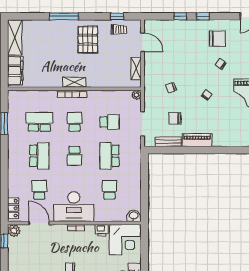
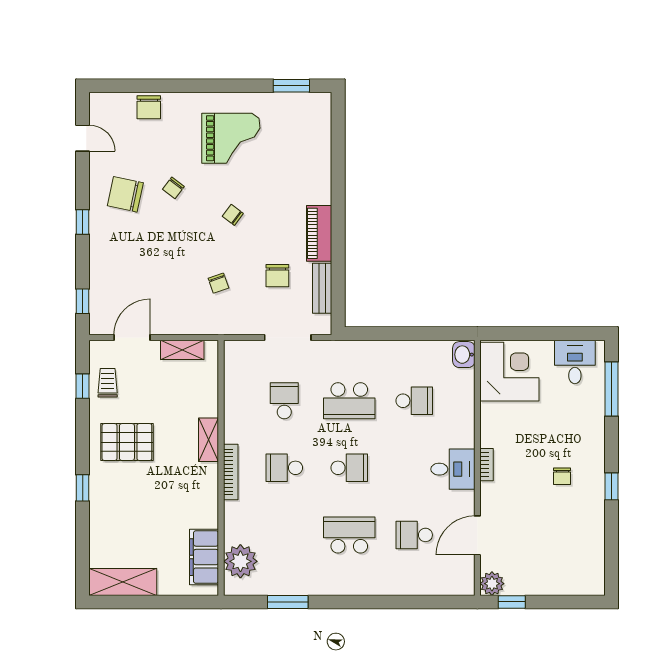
window: (64, 16) -> (83, 488), width x0.46
window: (180, 16) -> (83, 301), moved
chair: (217, 39) -> (125, 194), turned -78
filing cabinet: (15, 71) -> (204, 557), moved, turned -90
shelving: (74, 82) -> (209, 440), moved
plant: (137, 95) -> (240, 561), moved, width x1.87, depth x1.87
school desk: (39, 122) -> (284, 535), removed
school desk: (110, 190) -> (414, 401), turned 180
desk: (74, 207) -> (453, 469), width x0.53, depth x0.77
locker: (13, 208) -> (449, 585), removed
printer: (102, 230) -> (491, 415), removed

